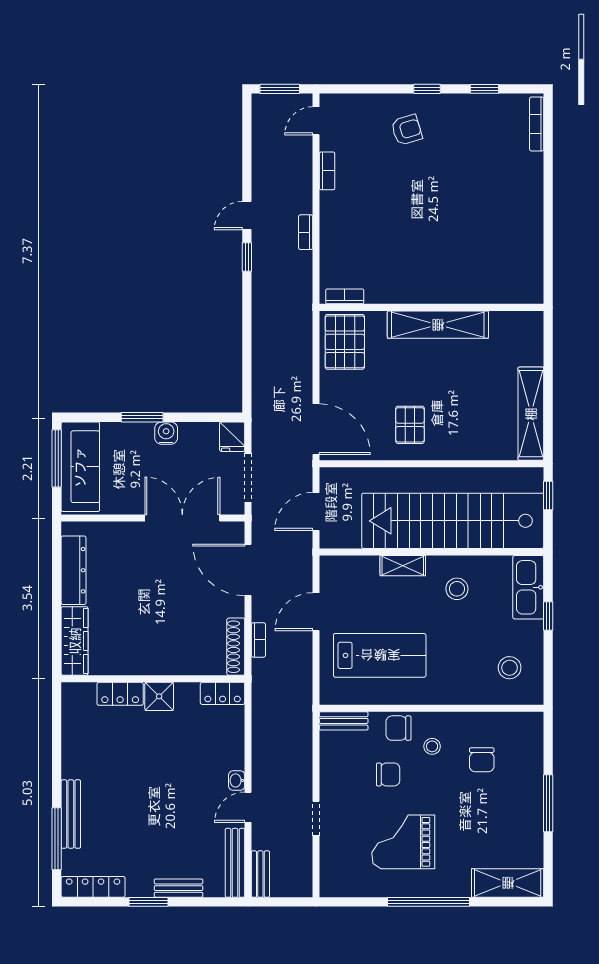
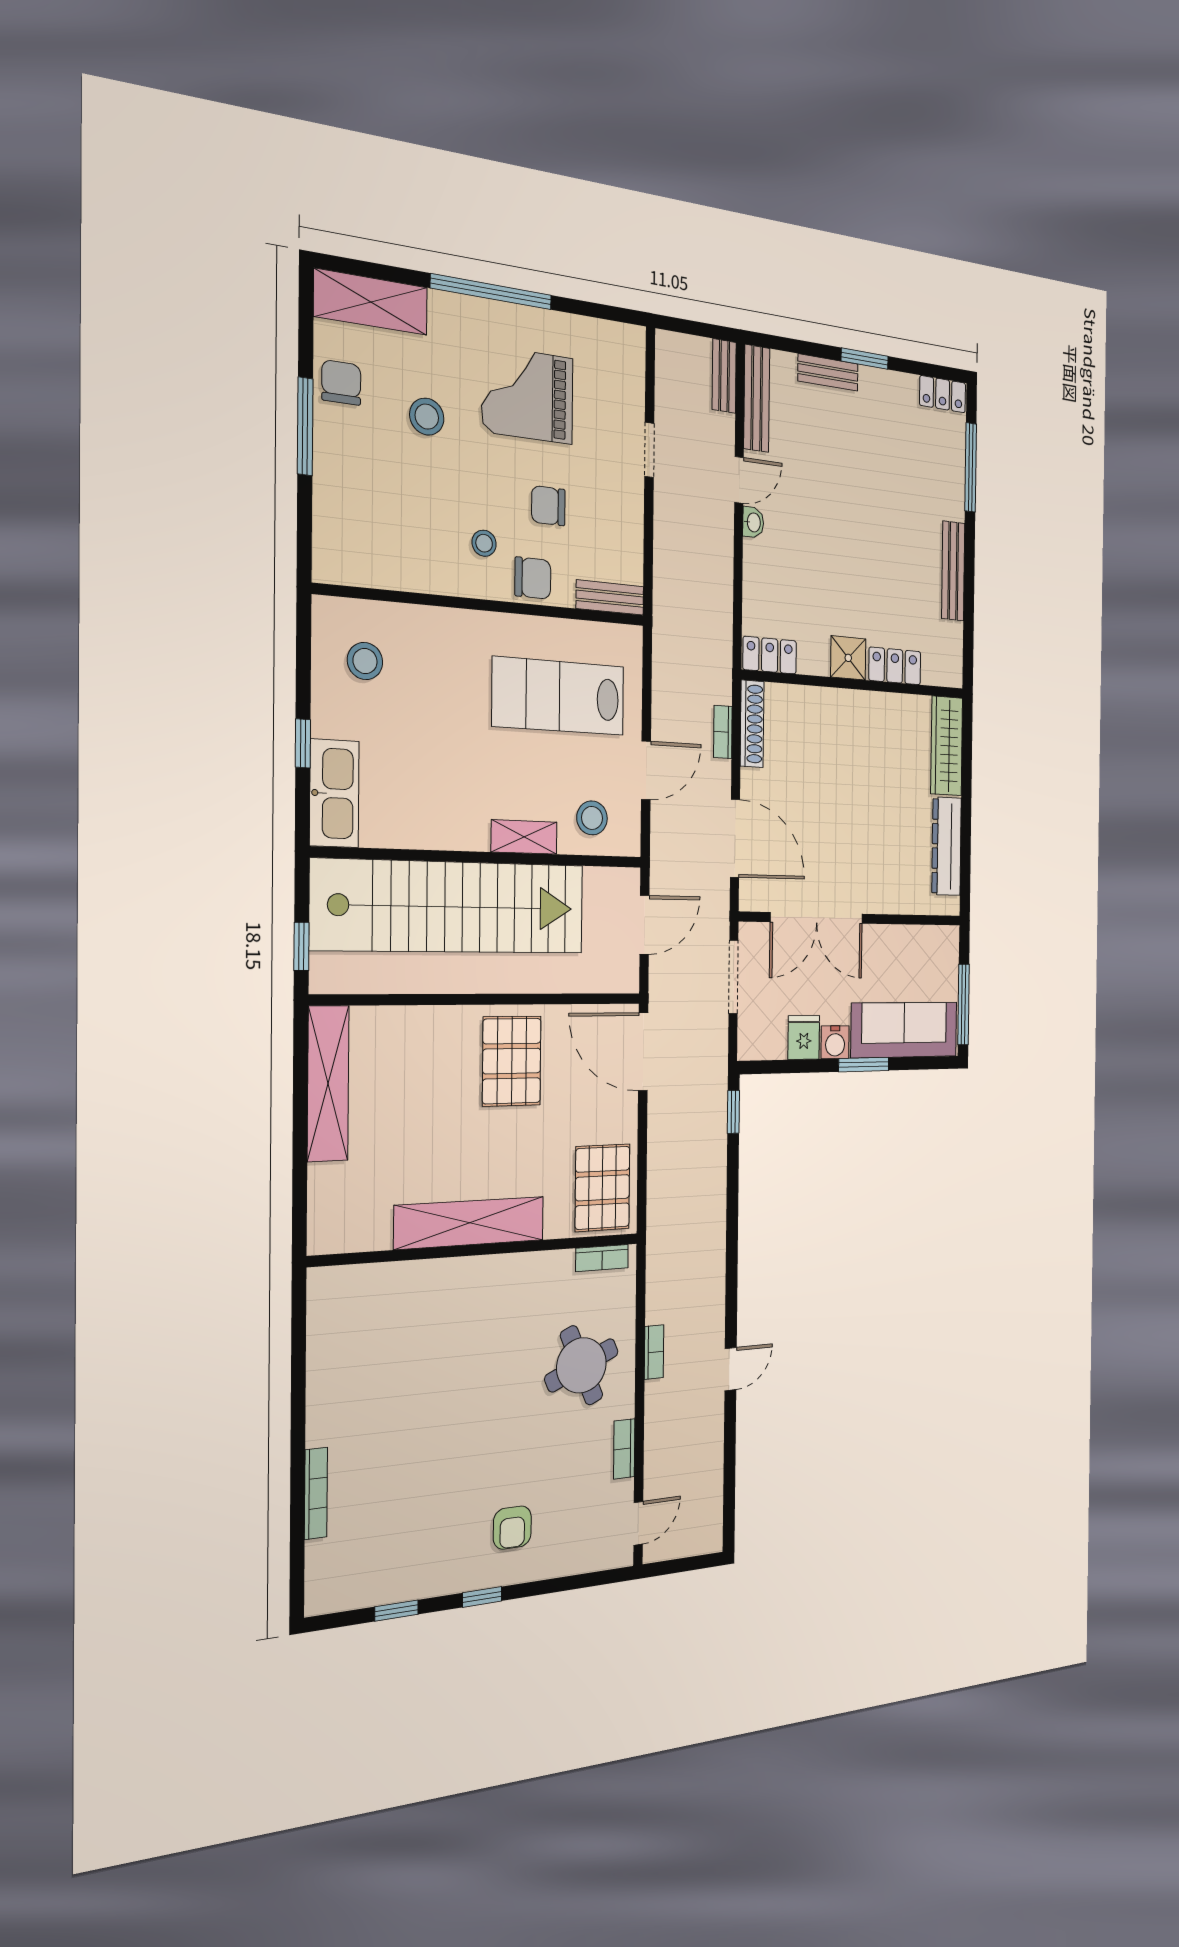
window: (280, 89) -> (686, 1564), removed
bookcase: (537, 124) -> (316, 1493), moved
armchair: (407, 130) -> (512, 1528), turned -73
round table: (359, 228) -> (581, 1365), added
window: (247, 257) -> (733, 1112), moved
pallet: (410, 425) -> (512, 1061), width x1.50, depth x1.42
fridge: (232, 437) -> (804, 1037), moved
sofa: (80, 467) -> (904, 1030), moved, turned 90
stool: (457, 589) -> (592, 818), moved
chair: (482, 760) -> (341, 382), moved
bench: (71, 814) -> (953, 571), moved
stool: (471, 819) -> (427, 417), added
grand piano: (403, 842) -> (527, 395), turned 180
locker: (93, 887) -> (943, 394), width x0.66

